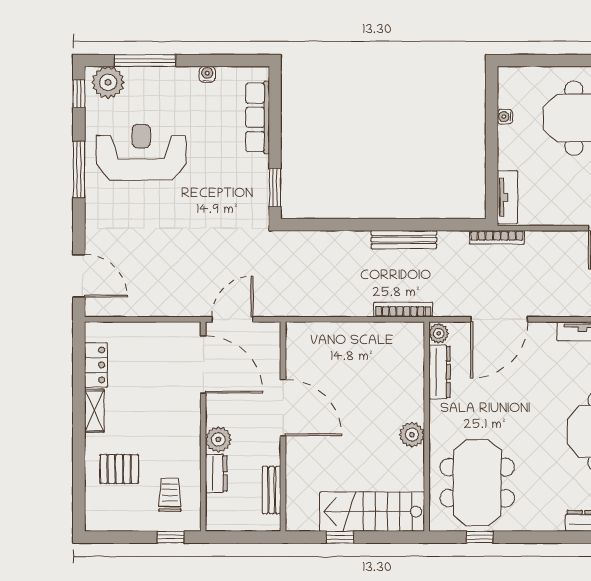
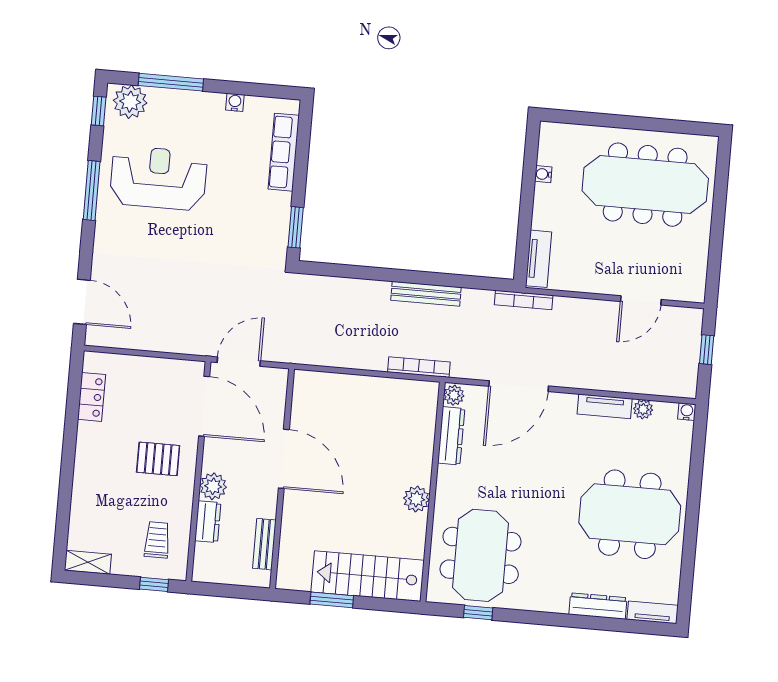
shelving: (94, 411) -> (88, 562), moved, turned 90
pallet: (119, 469) -> (158, 459), moved
window: (340, 537) -> (332, 600), width x1.50

